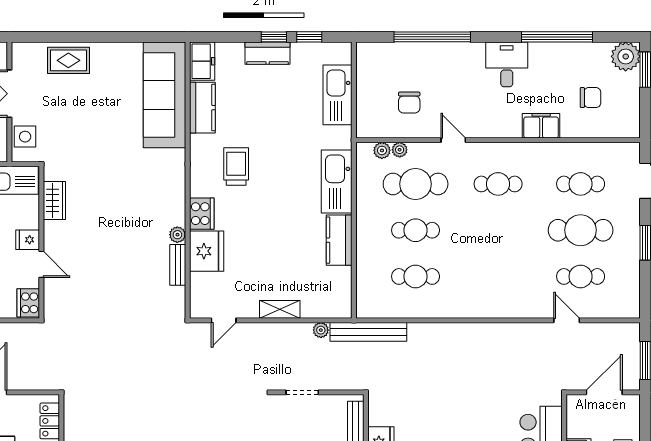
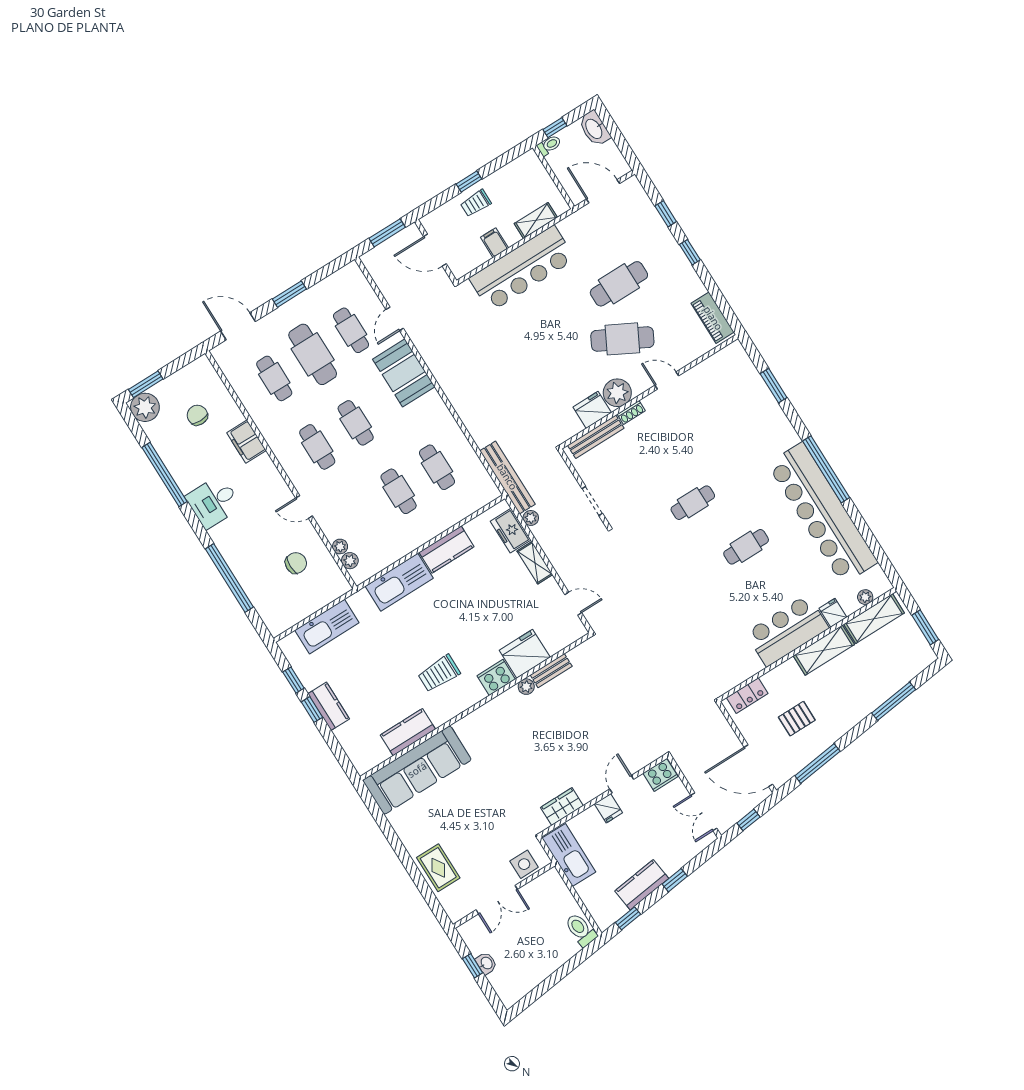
freezer: (202, 61) -> (511, 531), moved, turned -90
door: (453, 140) -> (304, 507), hinge flipped
cafe table: (416, 184) -> (356, 423), moved, width x0.73, depth x0.74
booth: (515, 299) -> (404, 373), added

